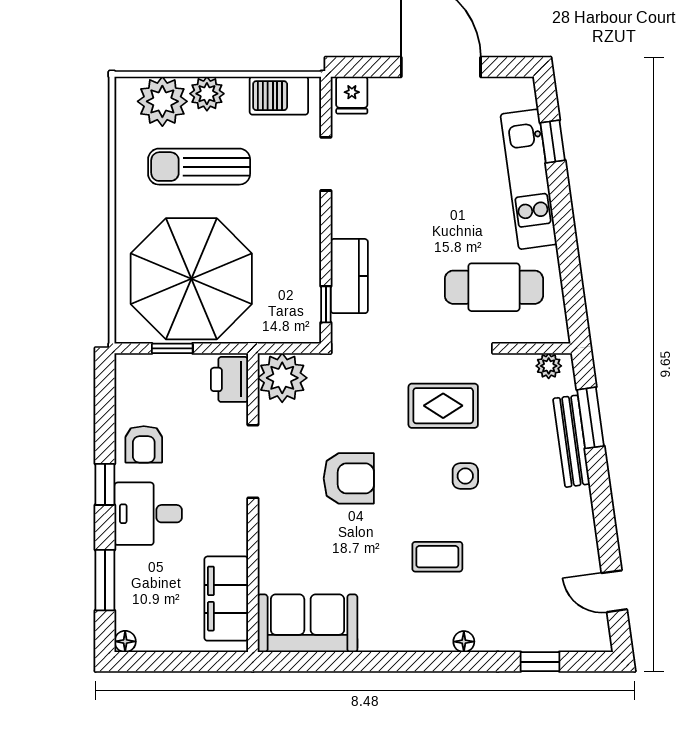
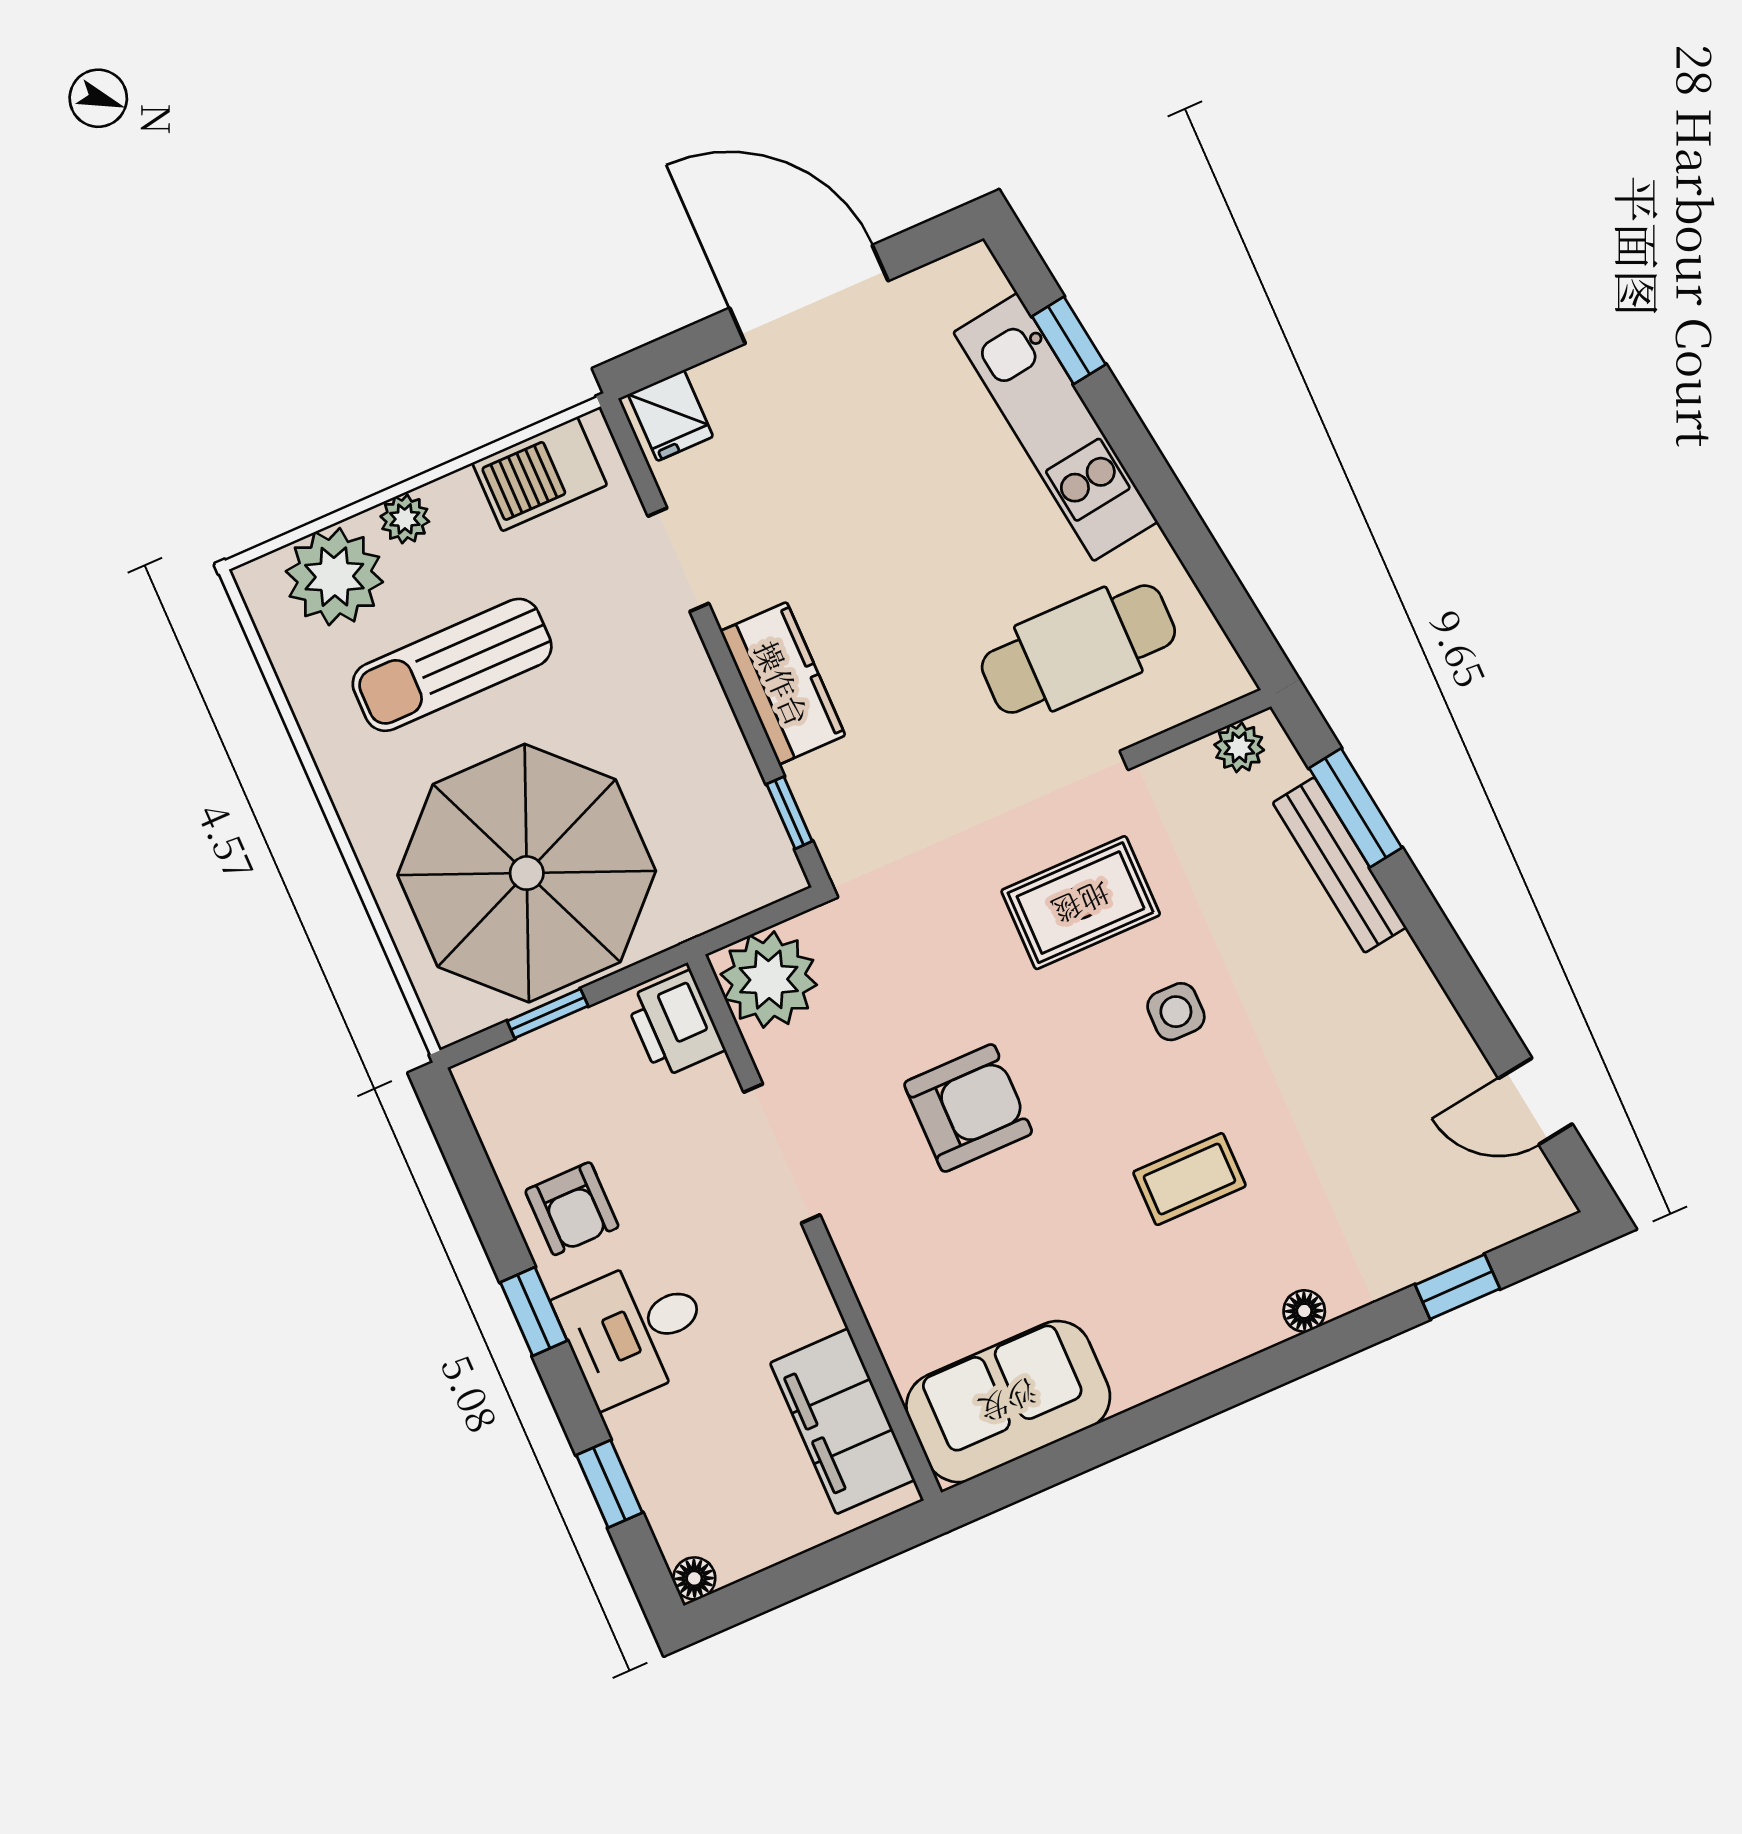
plant: (207, 94) -> (405, 519), width x0.73, depth x0.73
kitchen counter: (349, 276) -> (783, 683), moved
window: (105, 580) -> (609, 1484), width x0.67

